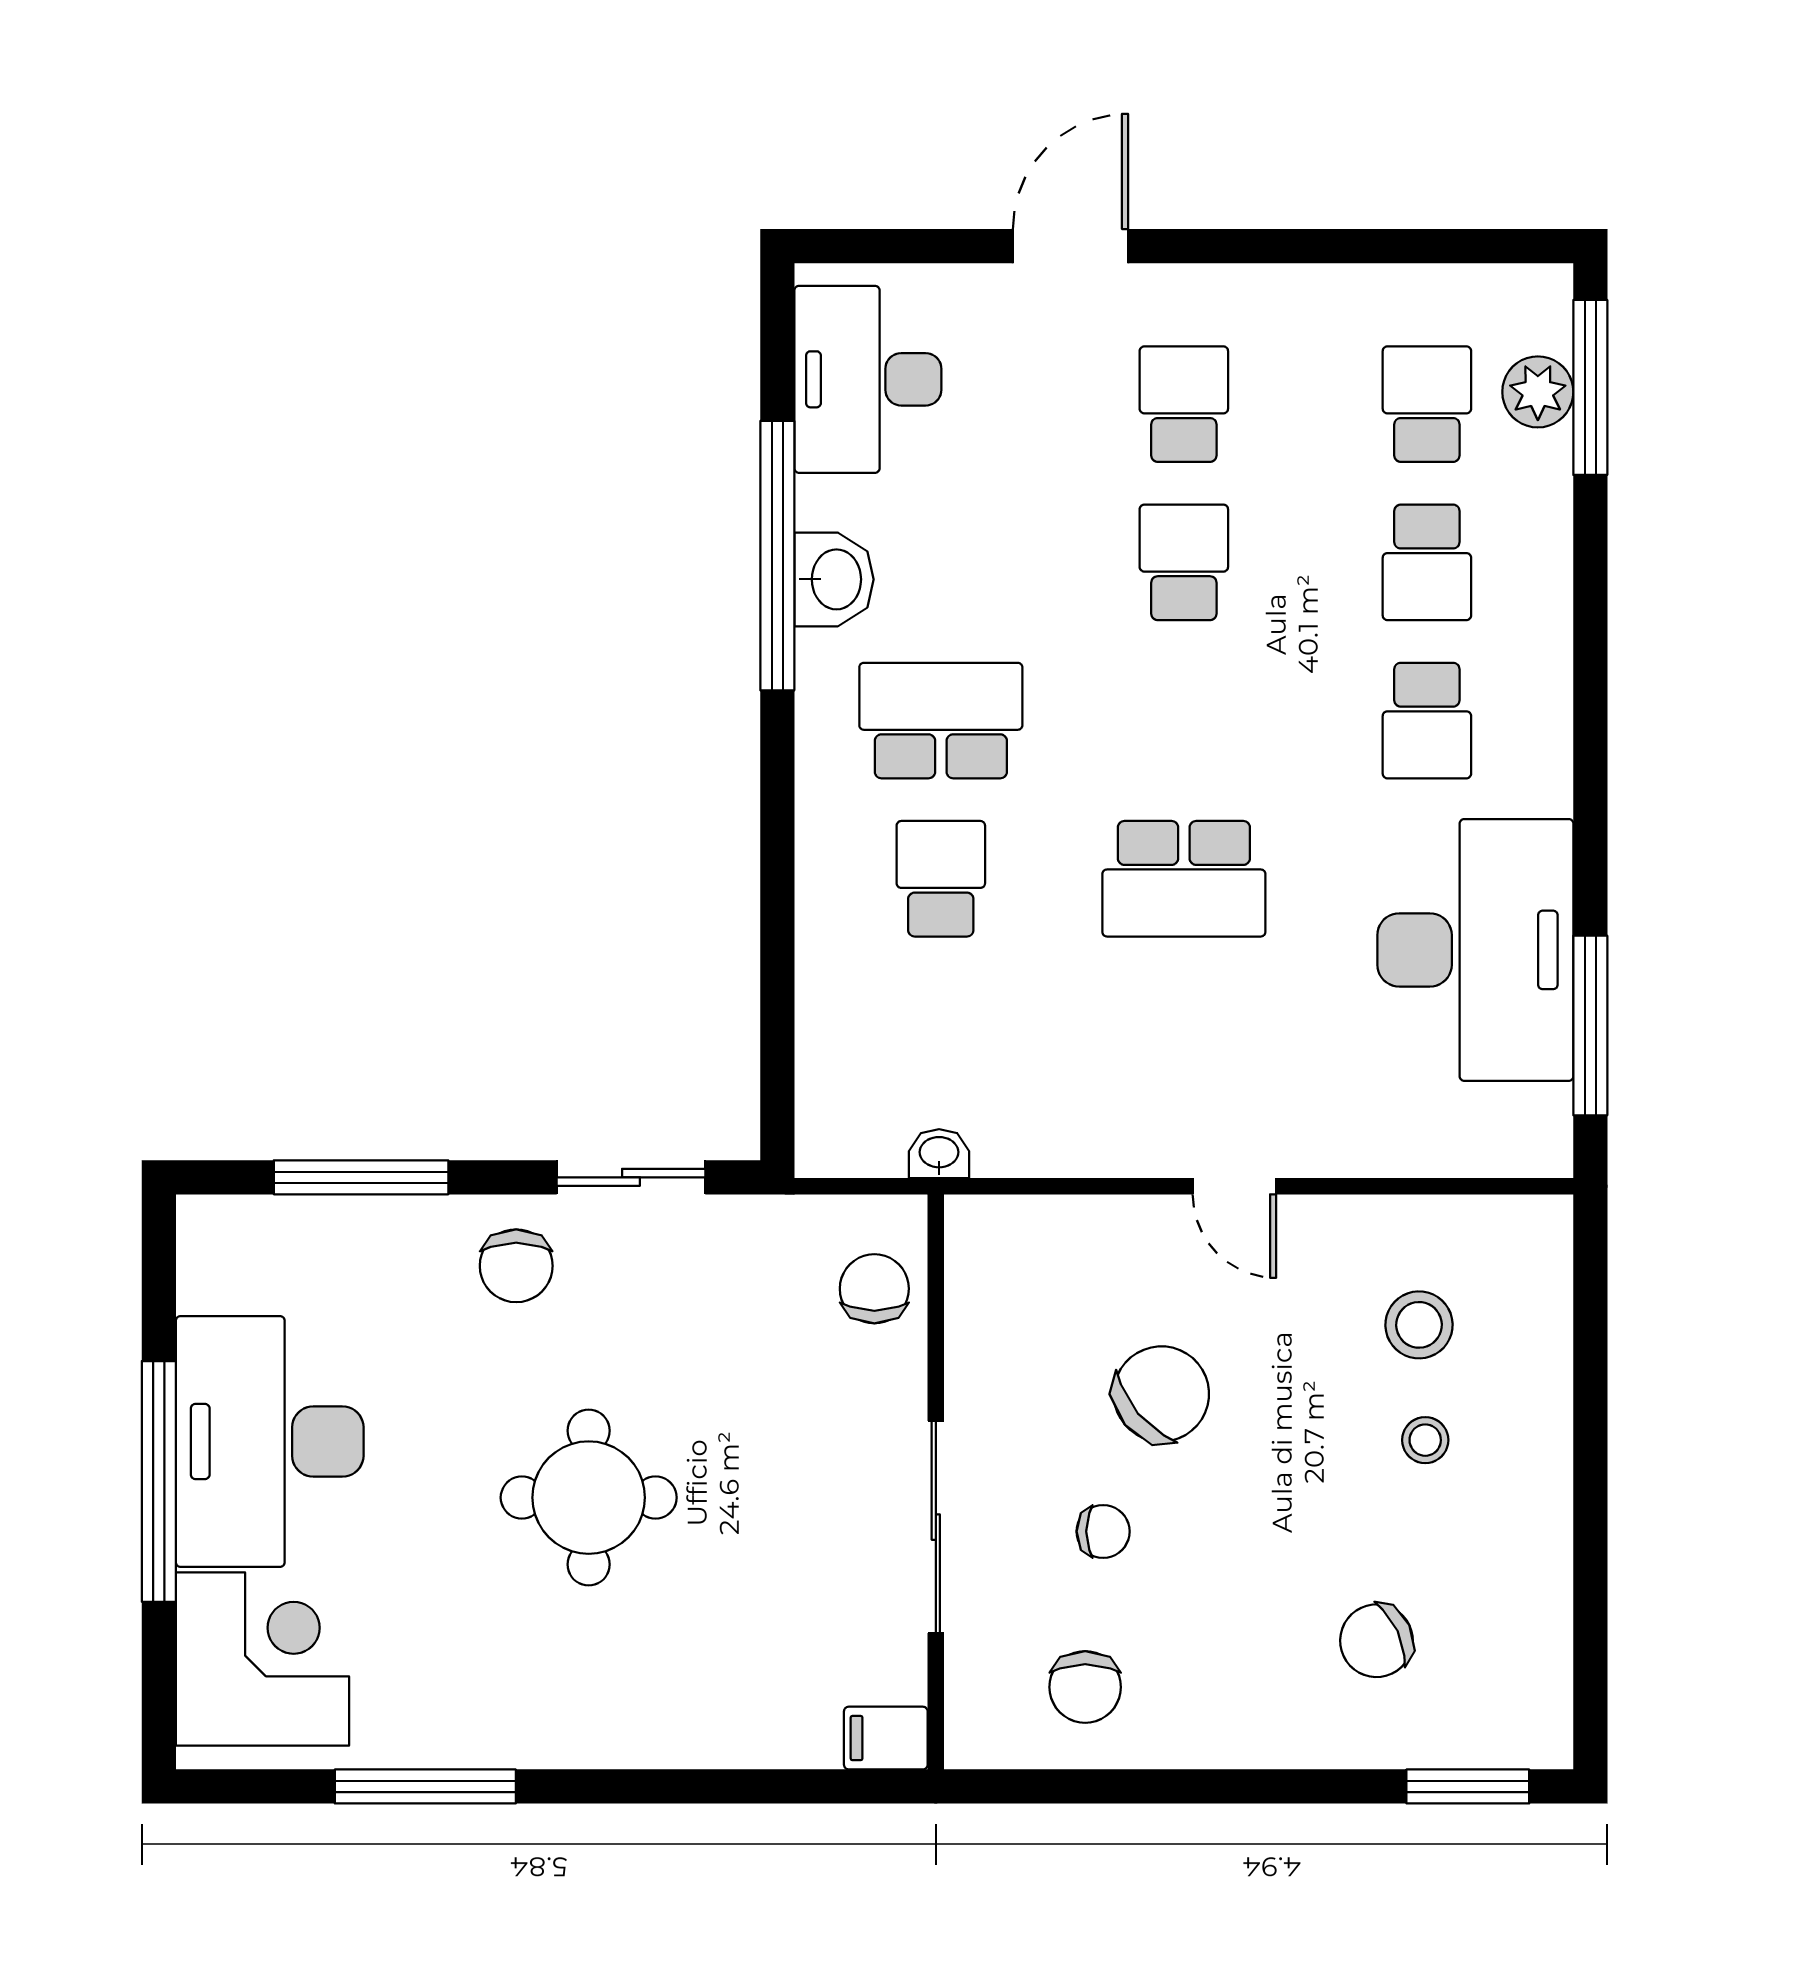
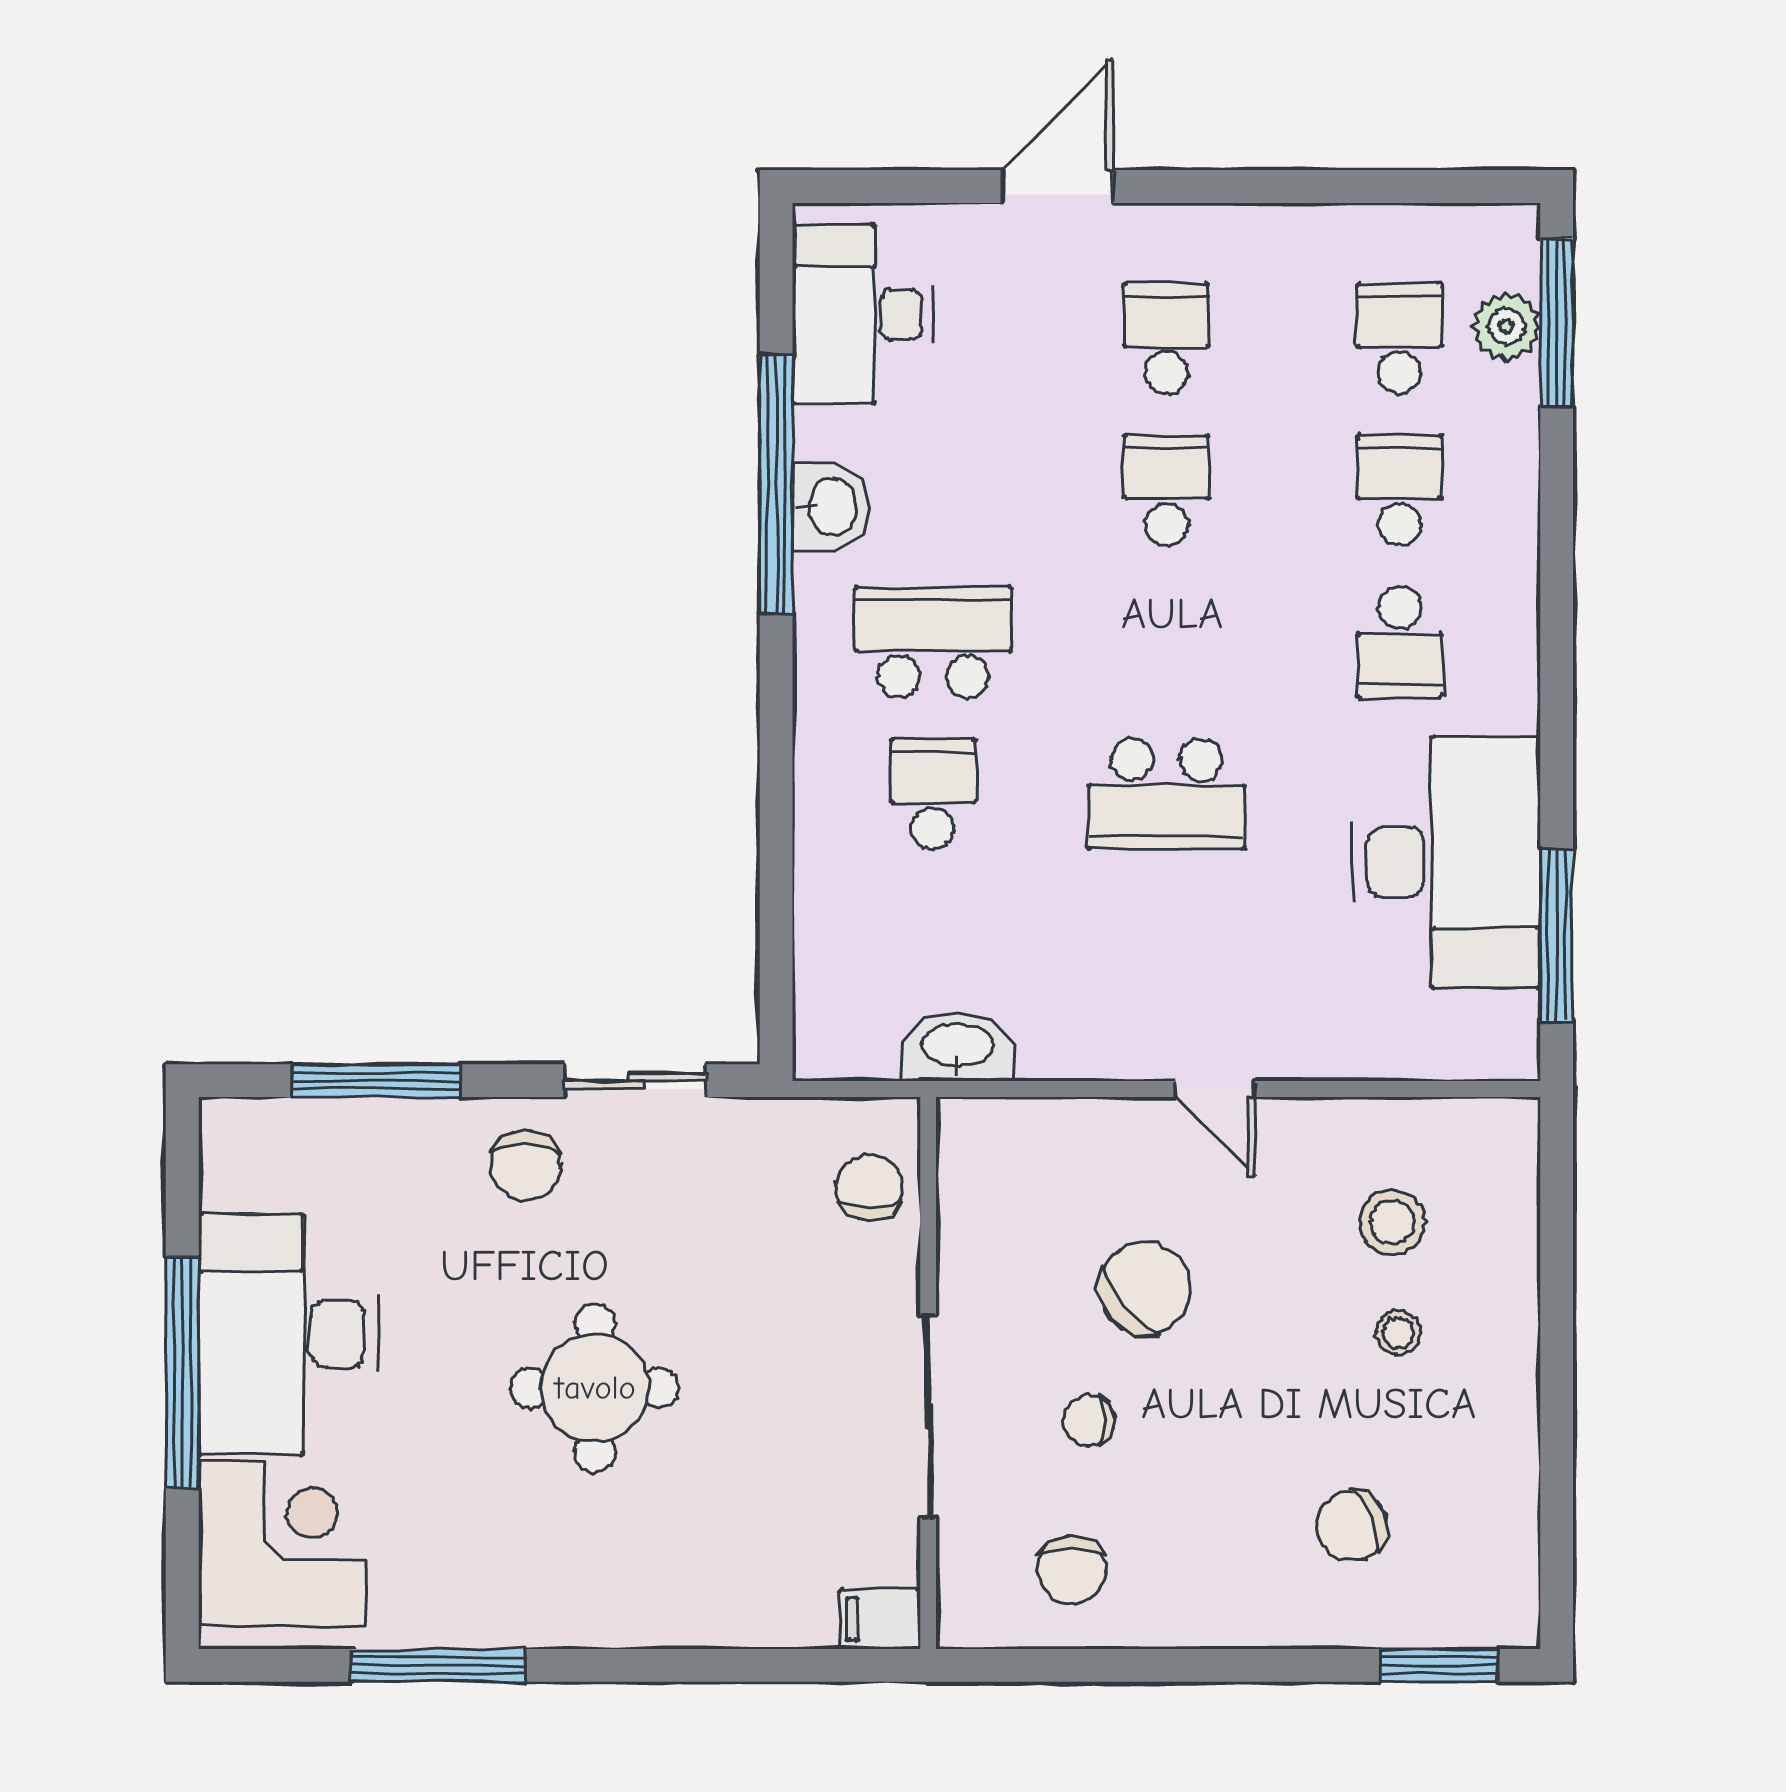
school desk: (1427, 562) -> (1400, 490), turned 180
washbasin: (939, 1154) -> (958, 1047), width x1.91, depth x1.45
chair: (1103, 1531) -> (1089, 1421), turned 180

